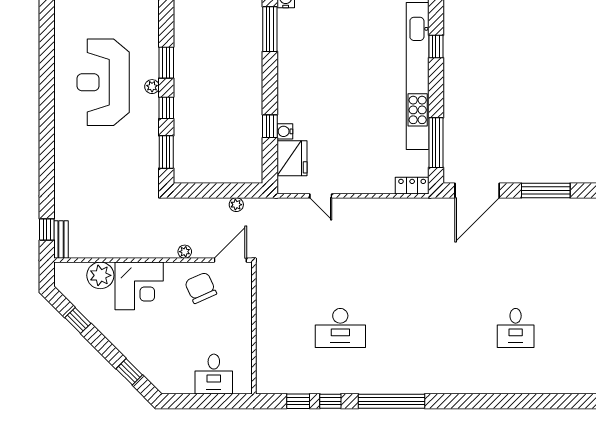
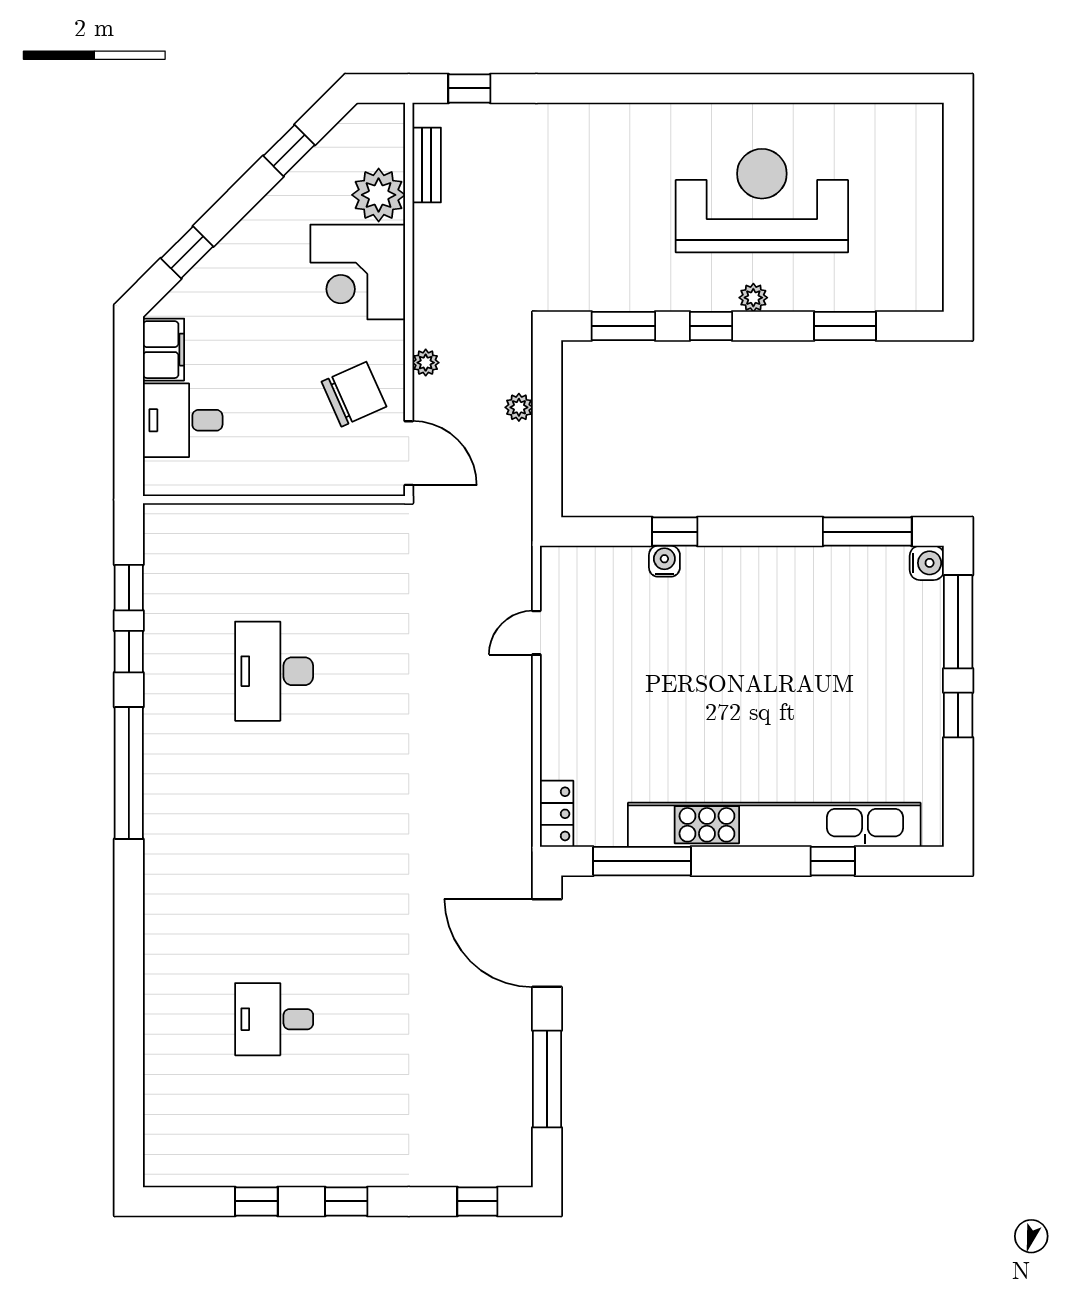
window: (166, 63) -> (845, 326), moved
fridge: (292, 158) -> (611, 575), removed
plant: (236, 205) -> (519, 407), moved
bench: (61, 239) -> (427, 165), moved, turned 90
filing cabinet: (178, 384) -> (164, 350), added

